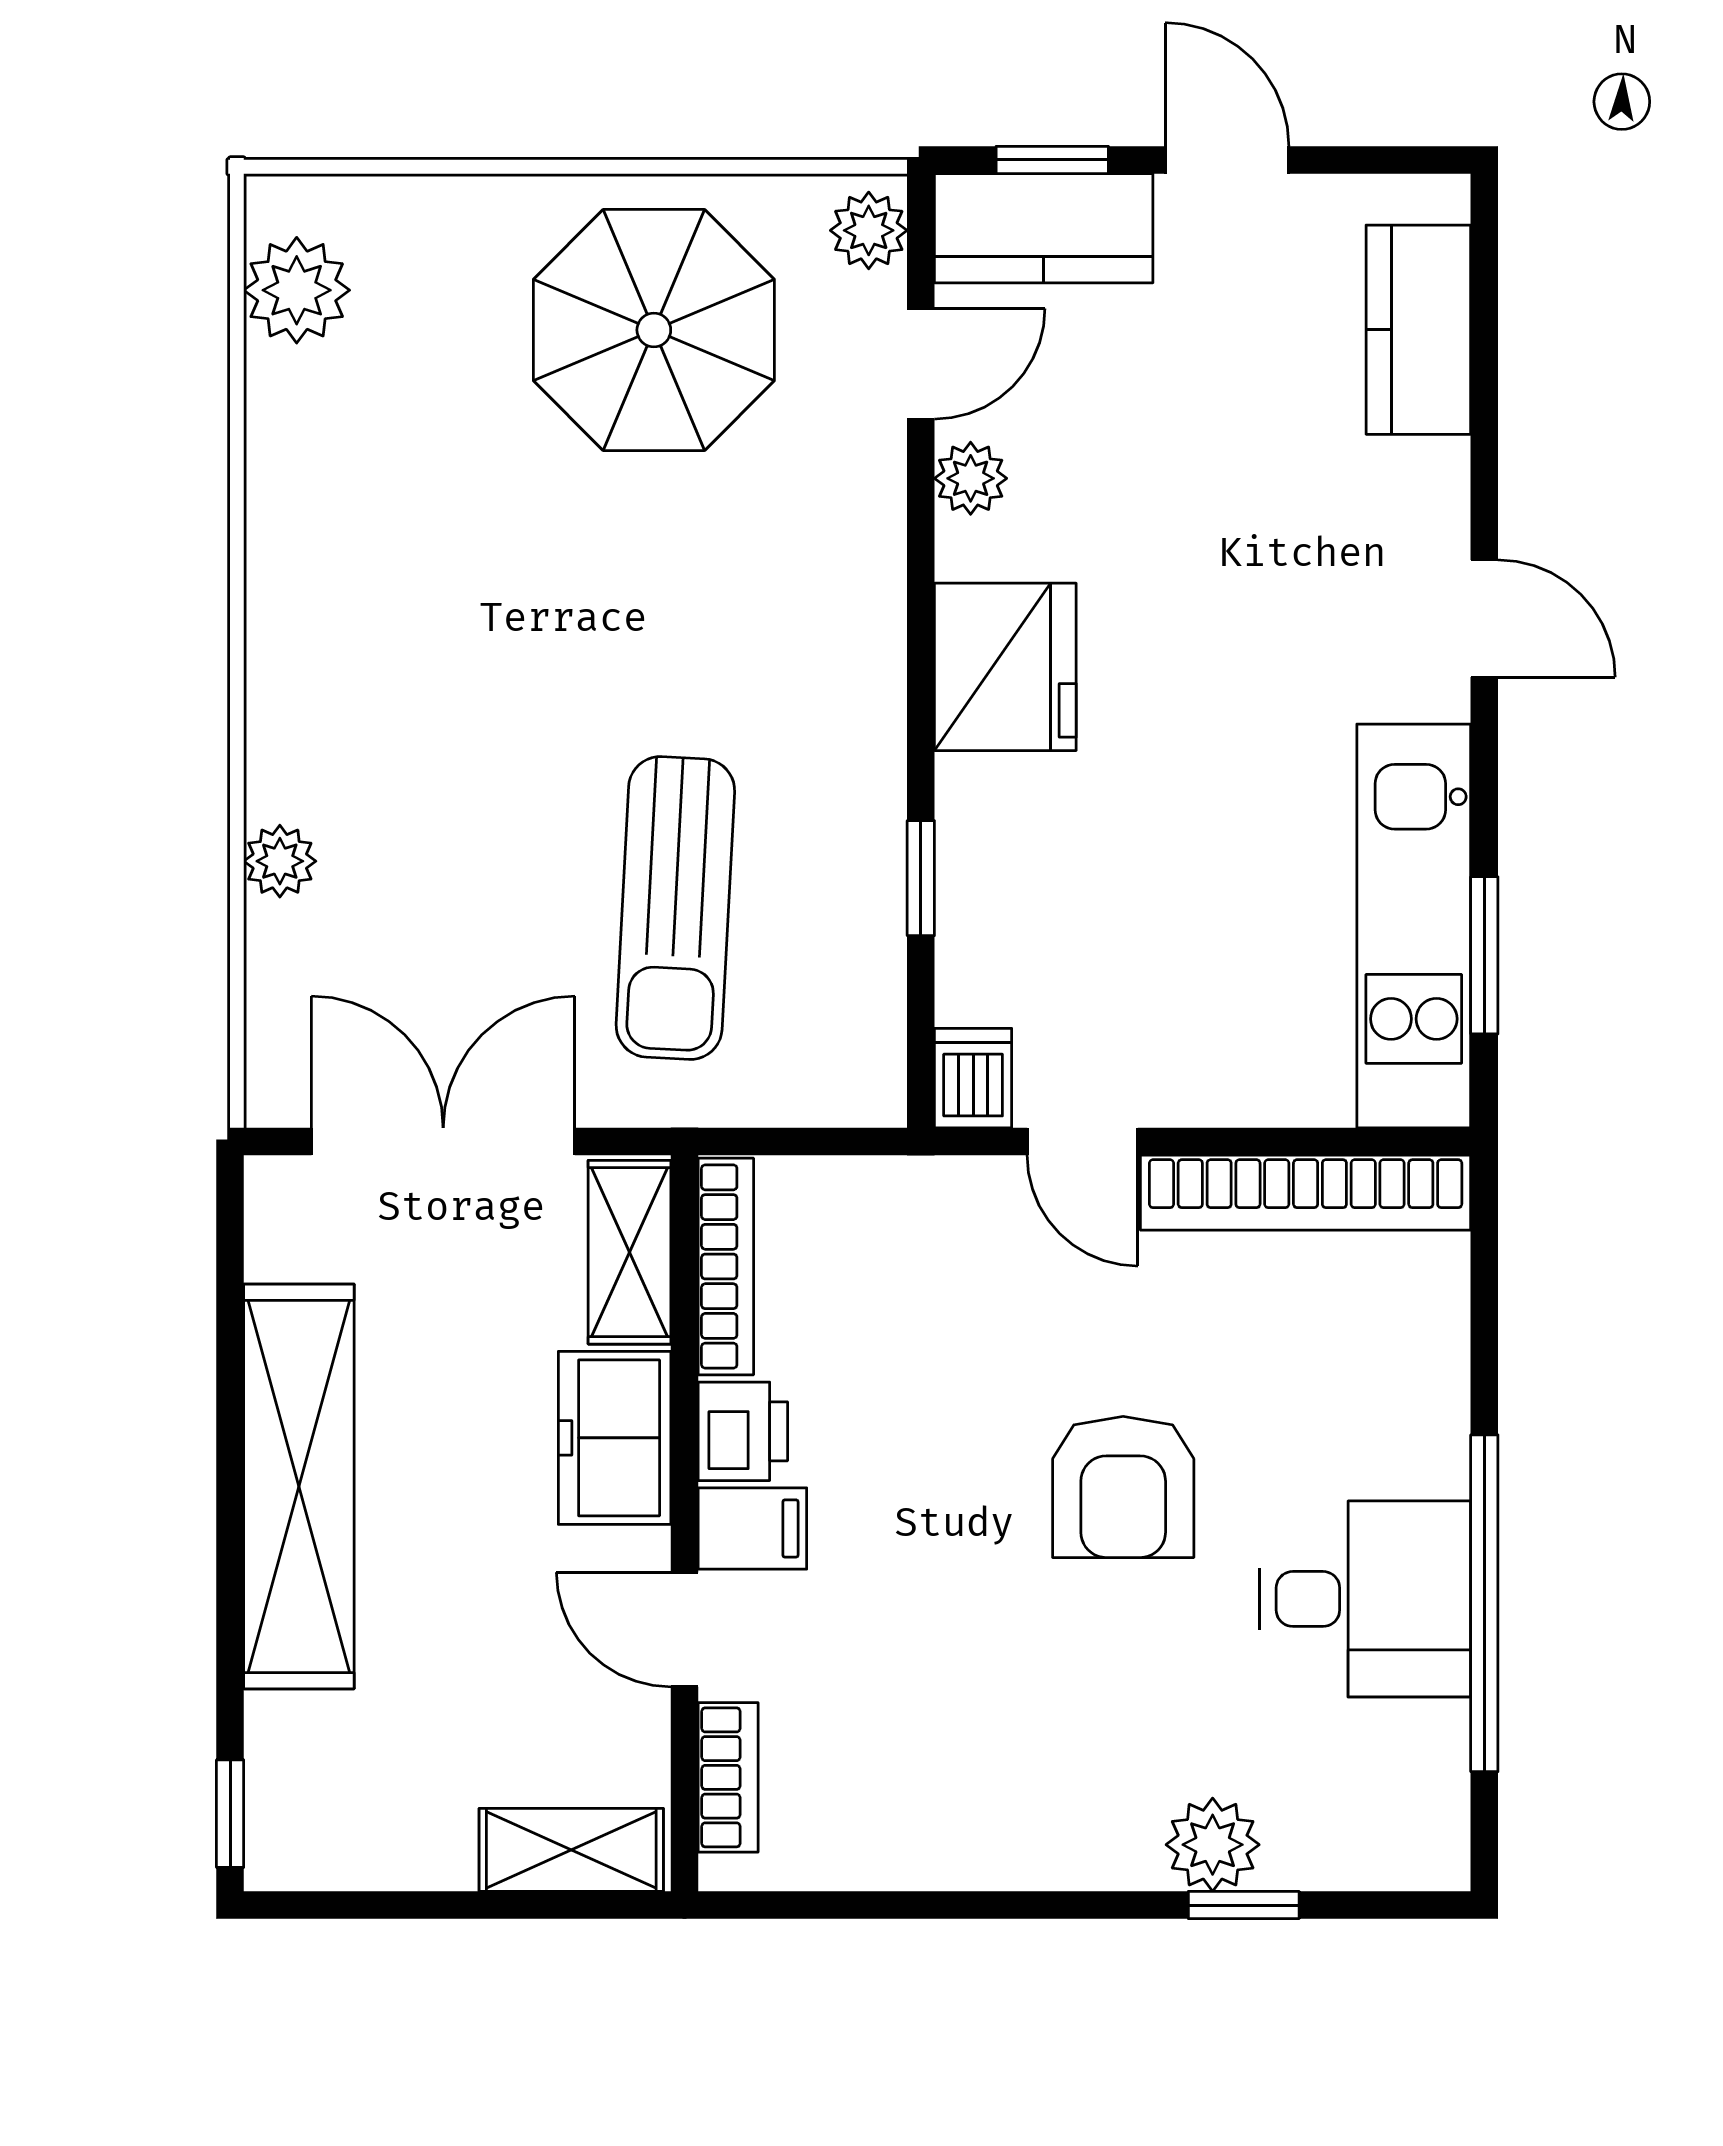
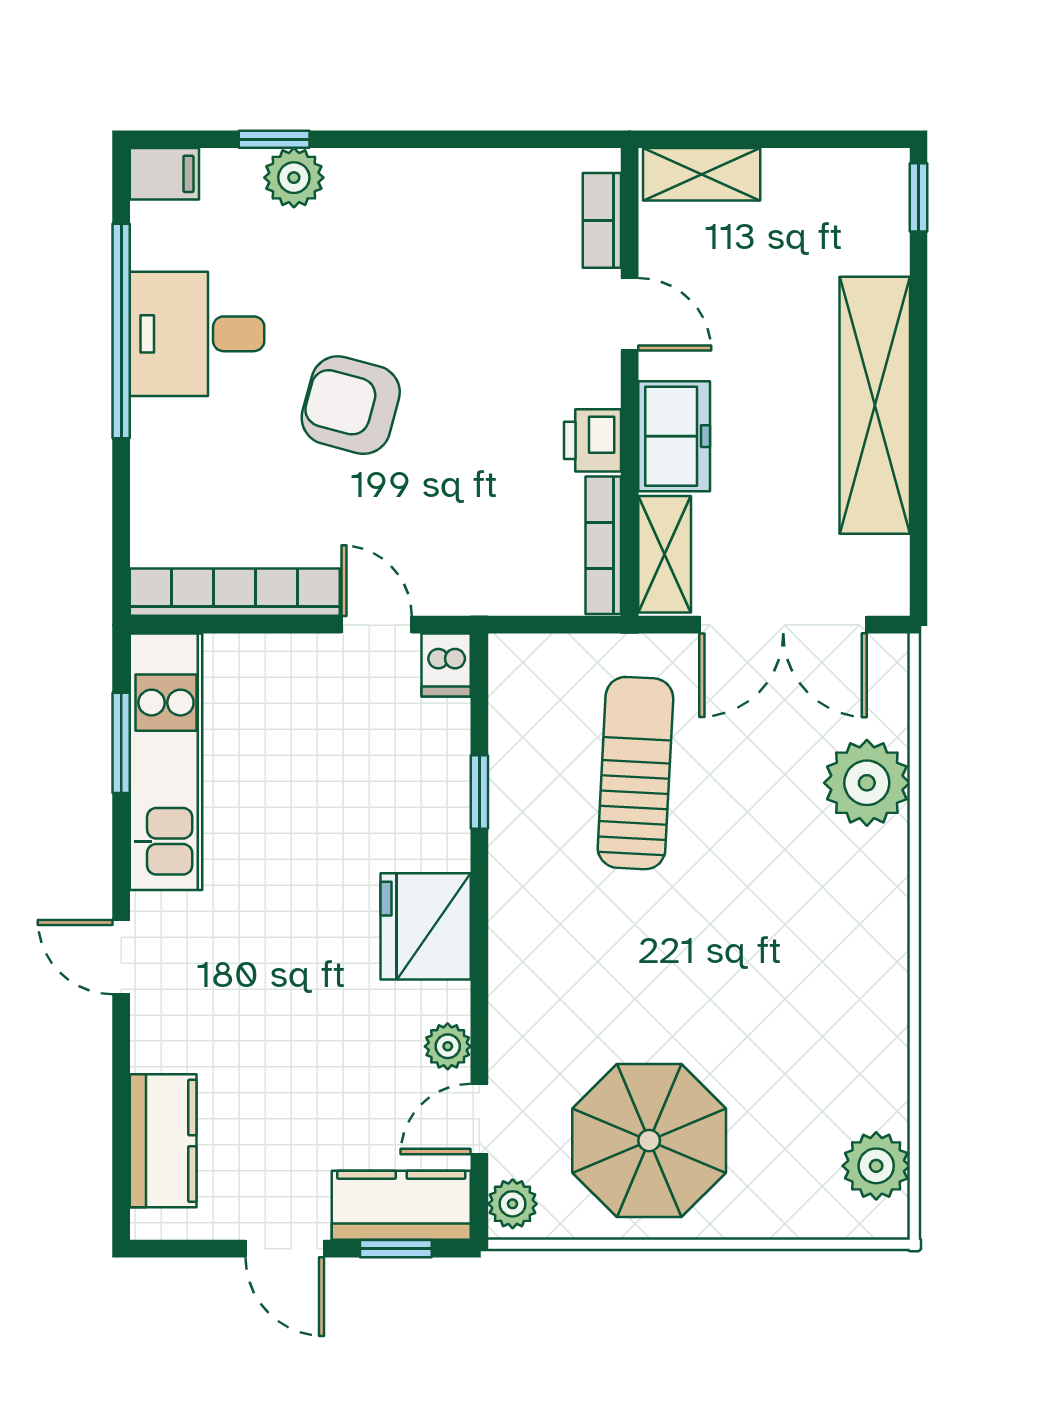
plant: (280, 861) -> (867, 783), width x1.88, depth x1.88
armchair: (1123, 1487) -> (351, 405), turned -75
filing cabinet: (752, 1528) -> (164, 174), moved, turned 180

